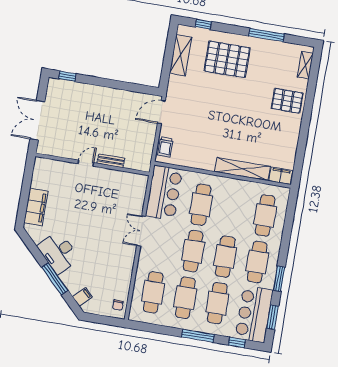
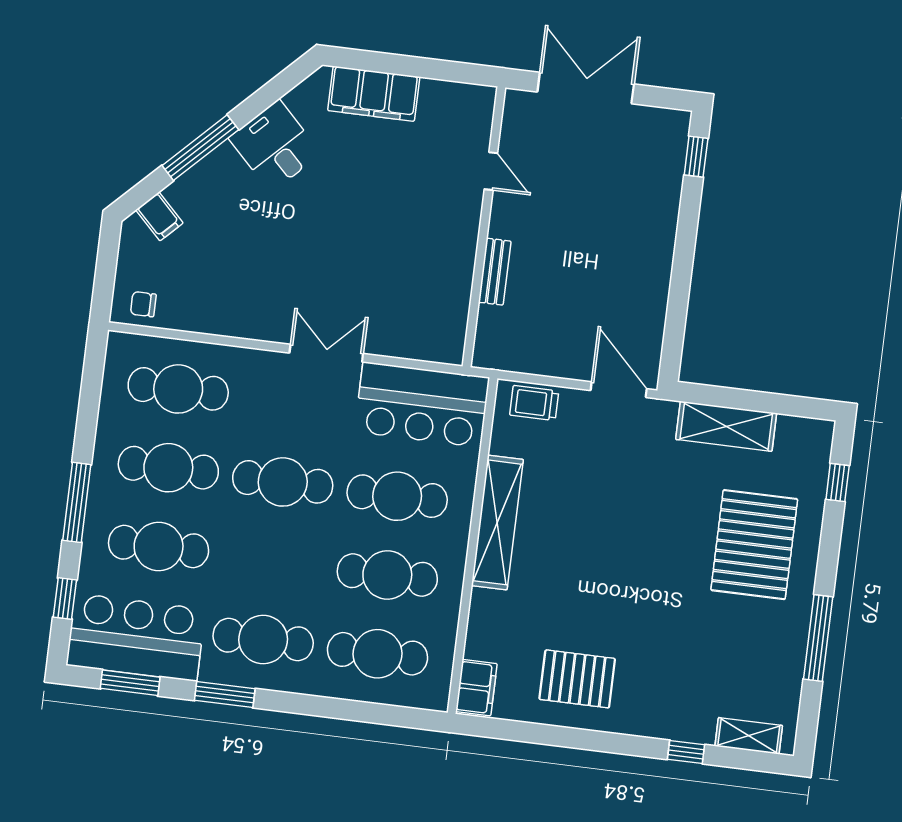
shelving: (181, 55) -> (726, 426), moved
window: (311, 91) -> (686, 752), added
pallet: (287, 101) -> (577, 679), moved, turned 90
door: (86, 163) -> (491, 171), moved
shelving: (242, 169) -> (497, 522), moved
desk: (58, 252) -> (275, 146), width x0.73
cafe table: (225, 257) -> (387, 575), moved

